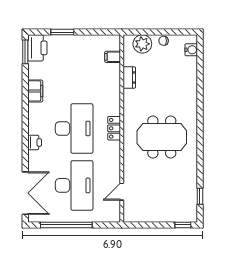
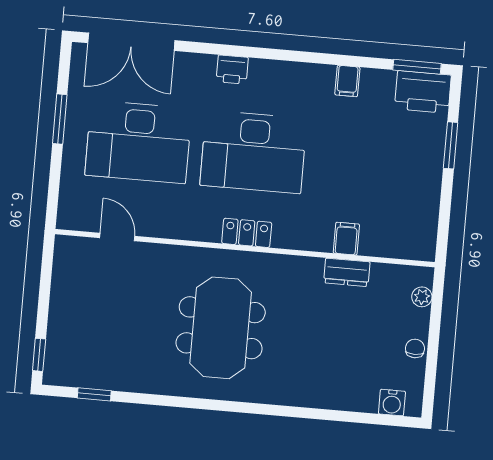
plant: (142, 44) -> (422, 297), width x0.53, depth x0.53
filing cabinet: (113, 57) -> (346, 239), moved
filing cabinet: (35, 91) -> (347, 81), width x0.50
window: (66, 225) -> (60, 119), width x0.47

